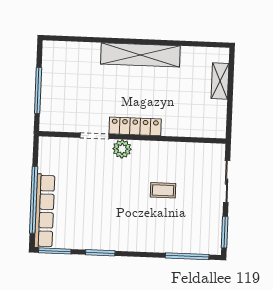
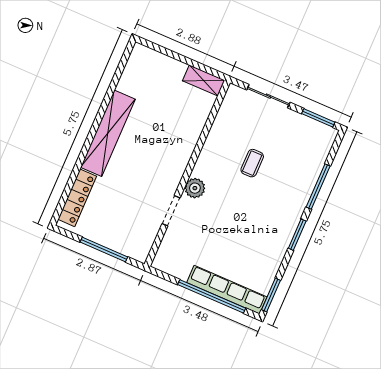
shelving: (220, 81) -> (204, 81), moved
locker: (135, 126) -> (77, 198), moved, turned 180
window: (100, 253) -> (297, 235), moved
window: (187, 256) -> (318, 186), moved

